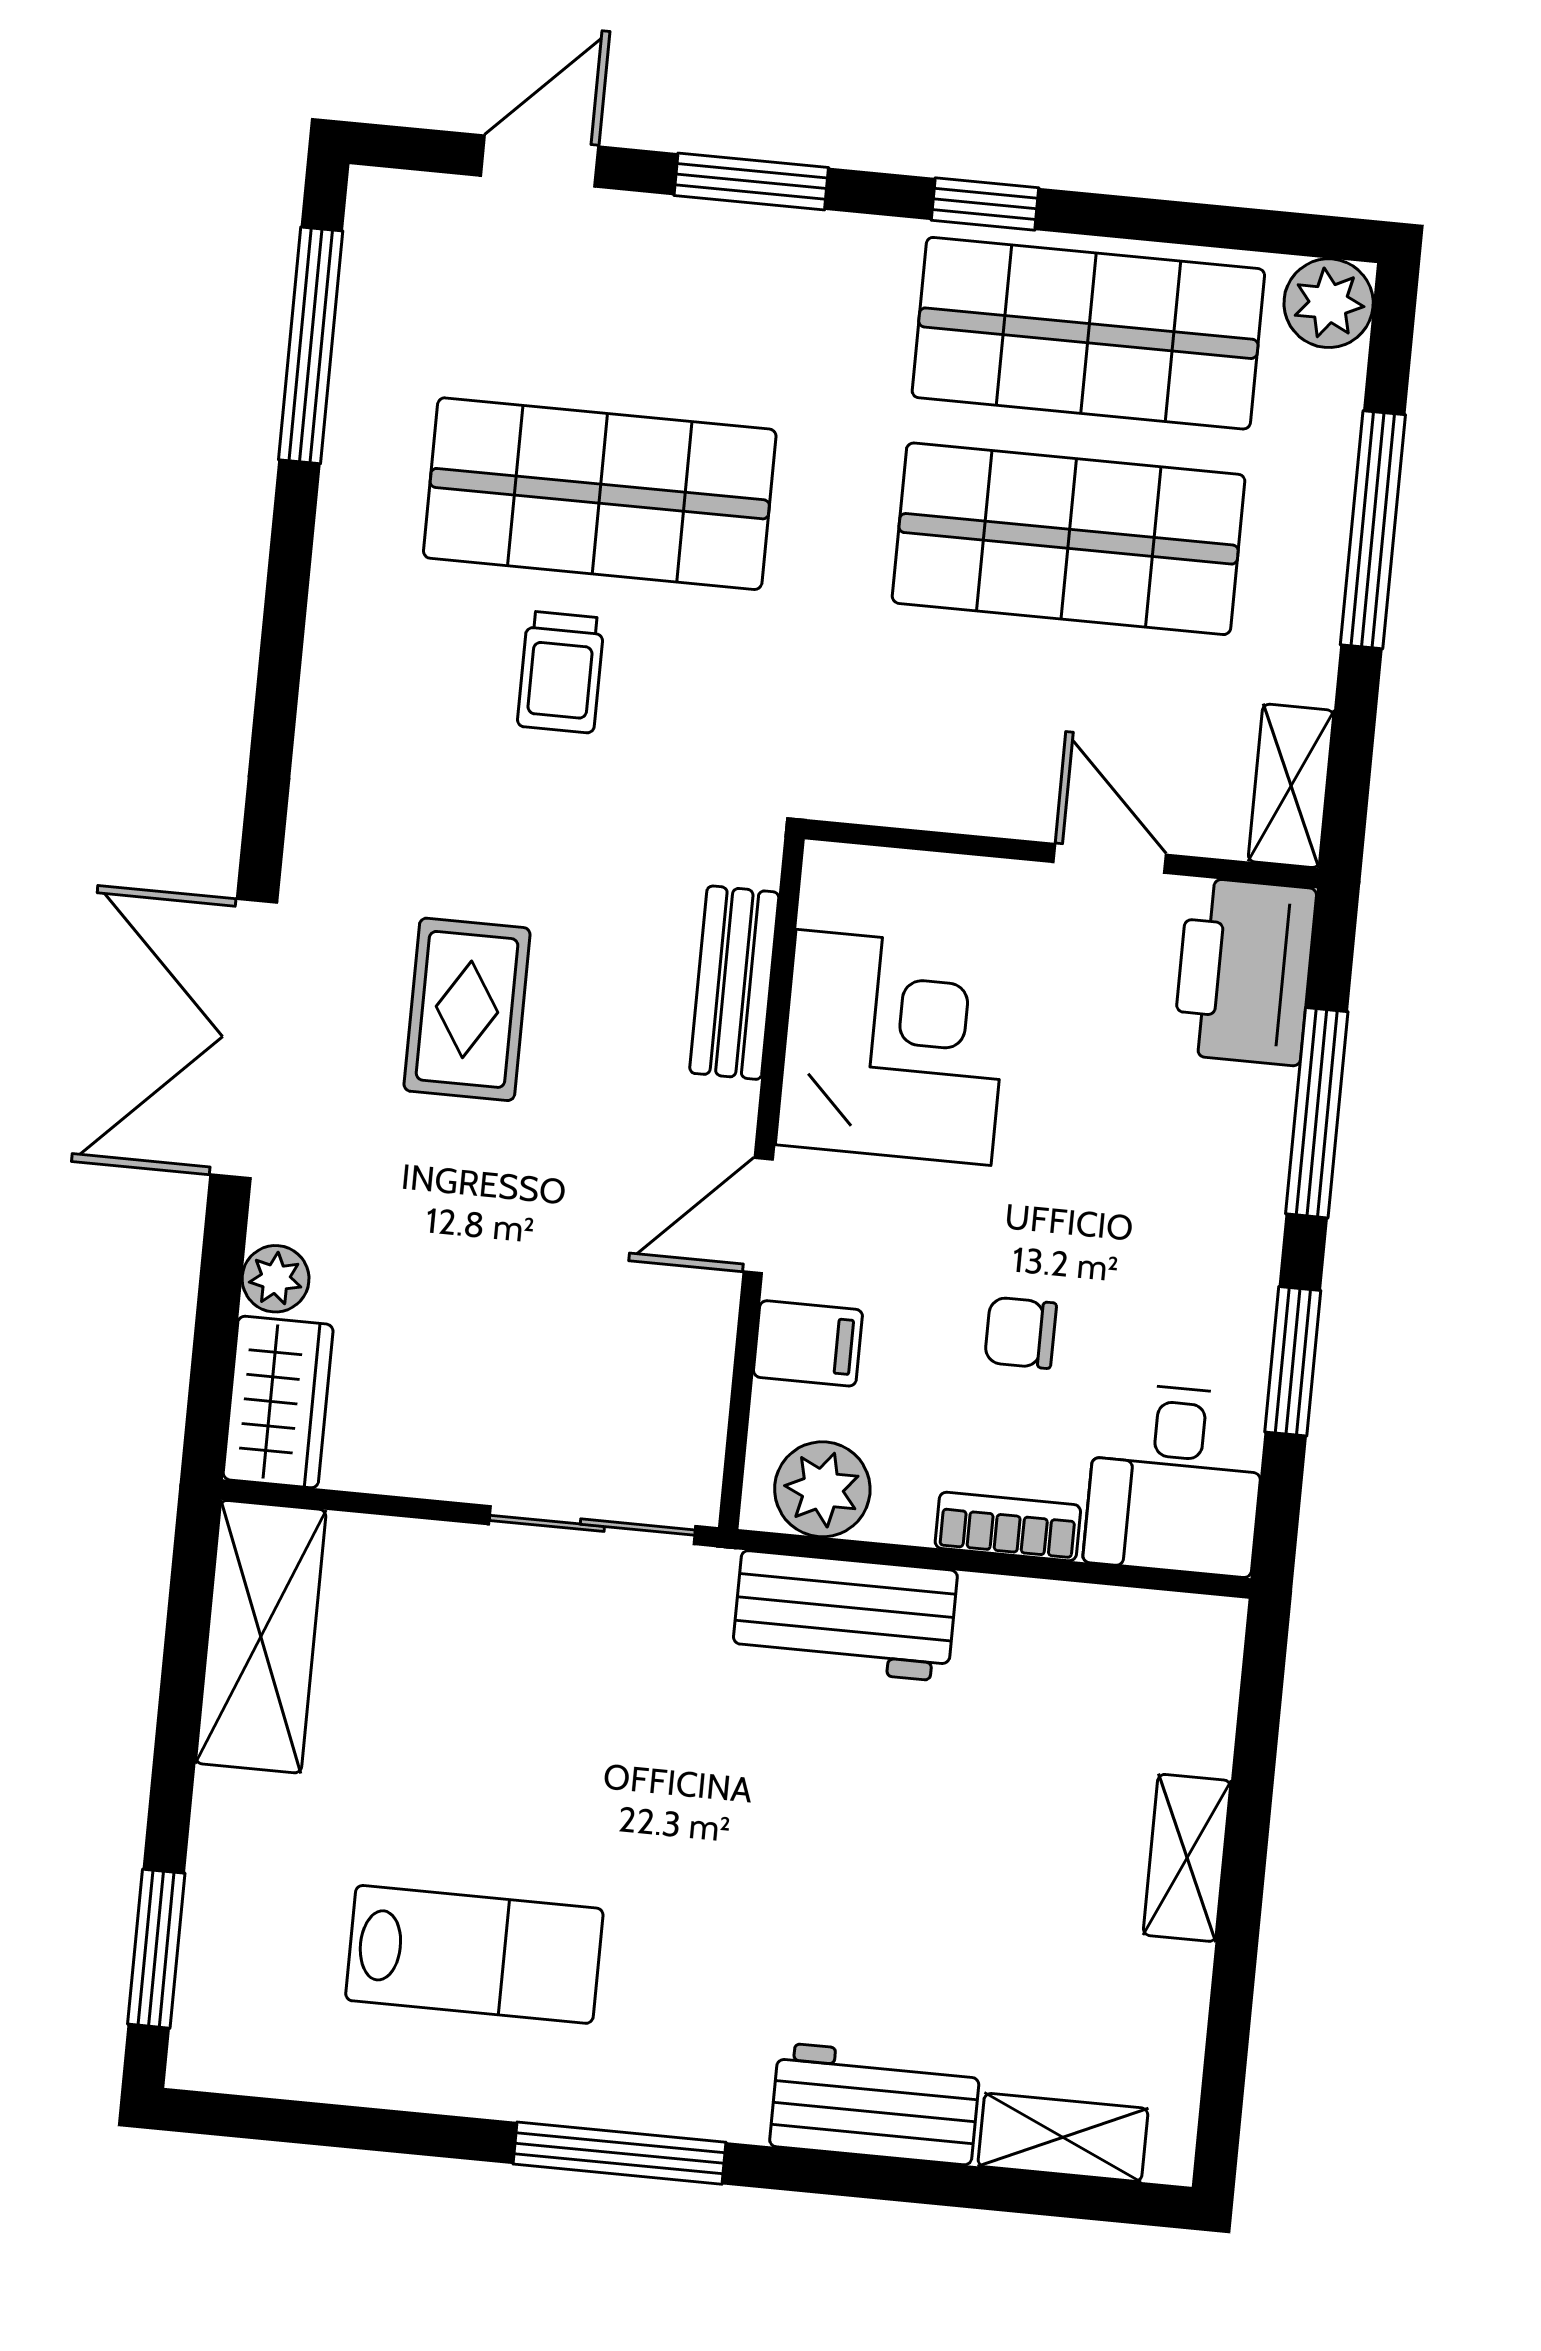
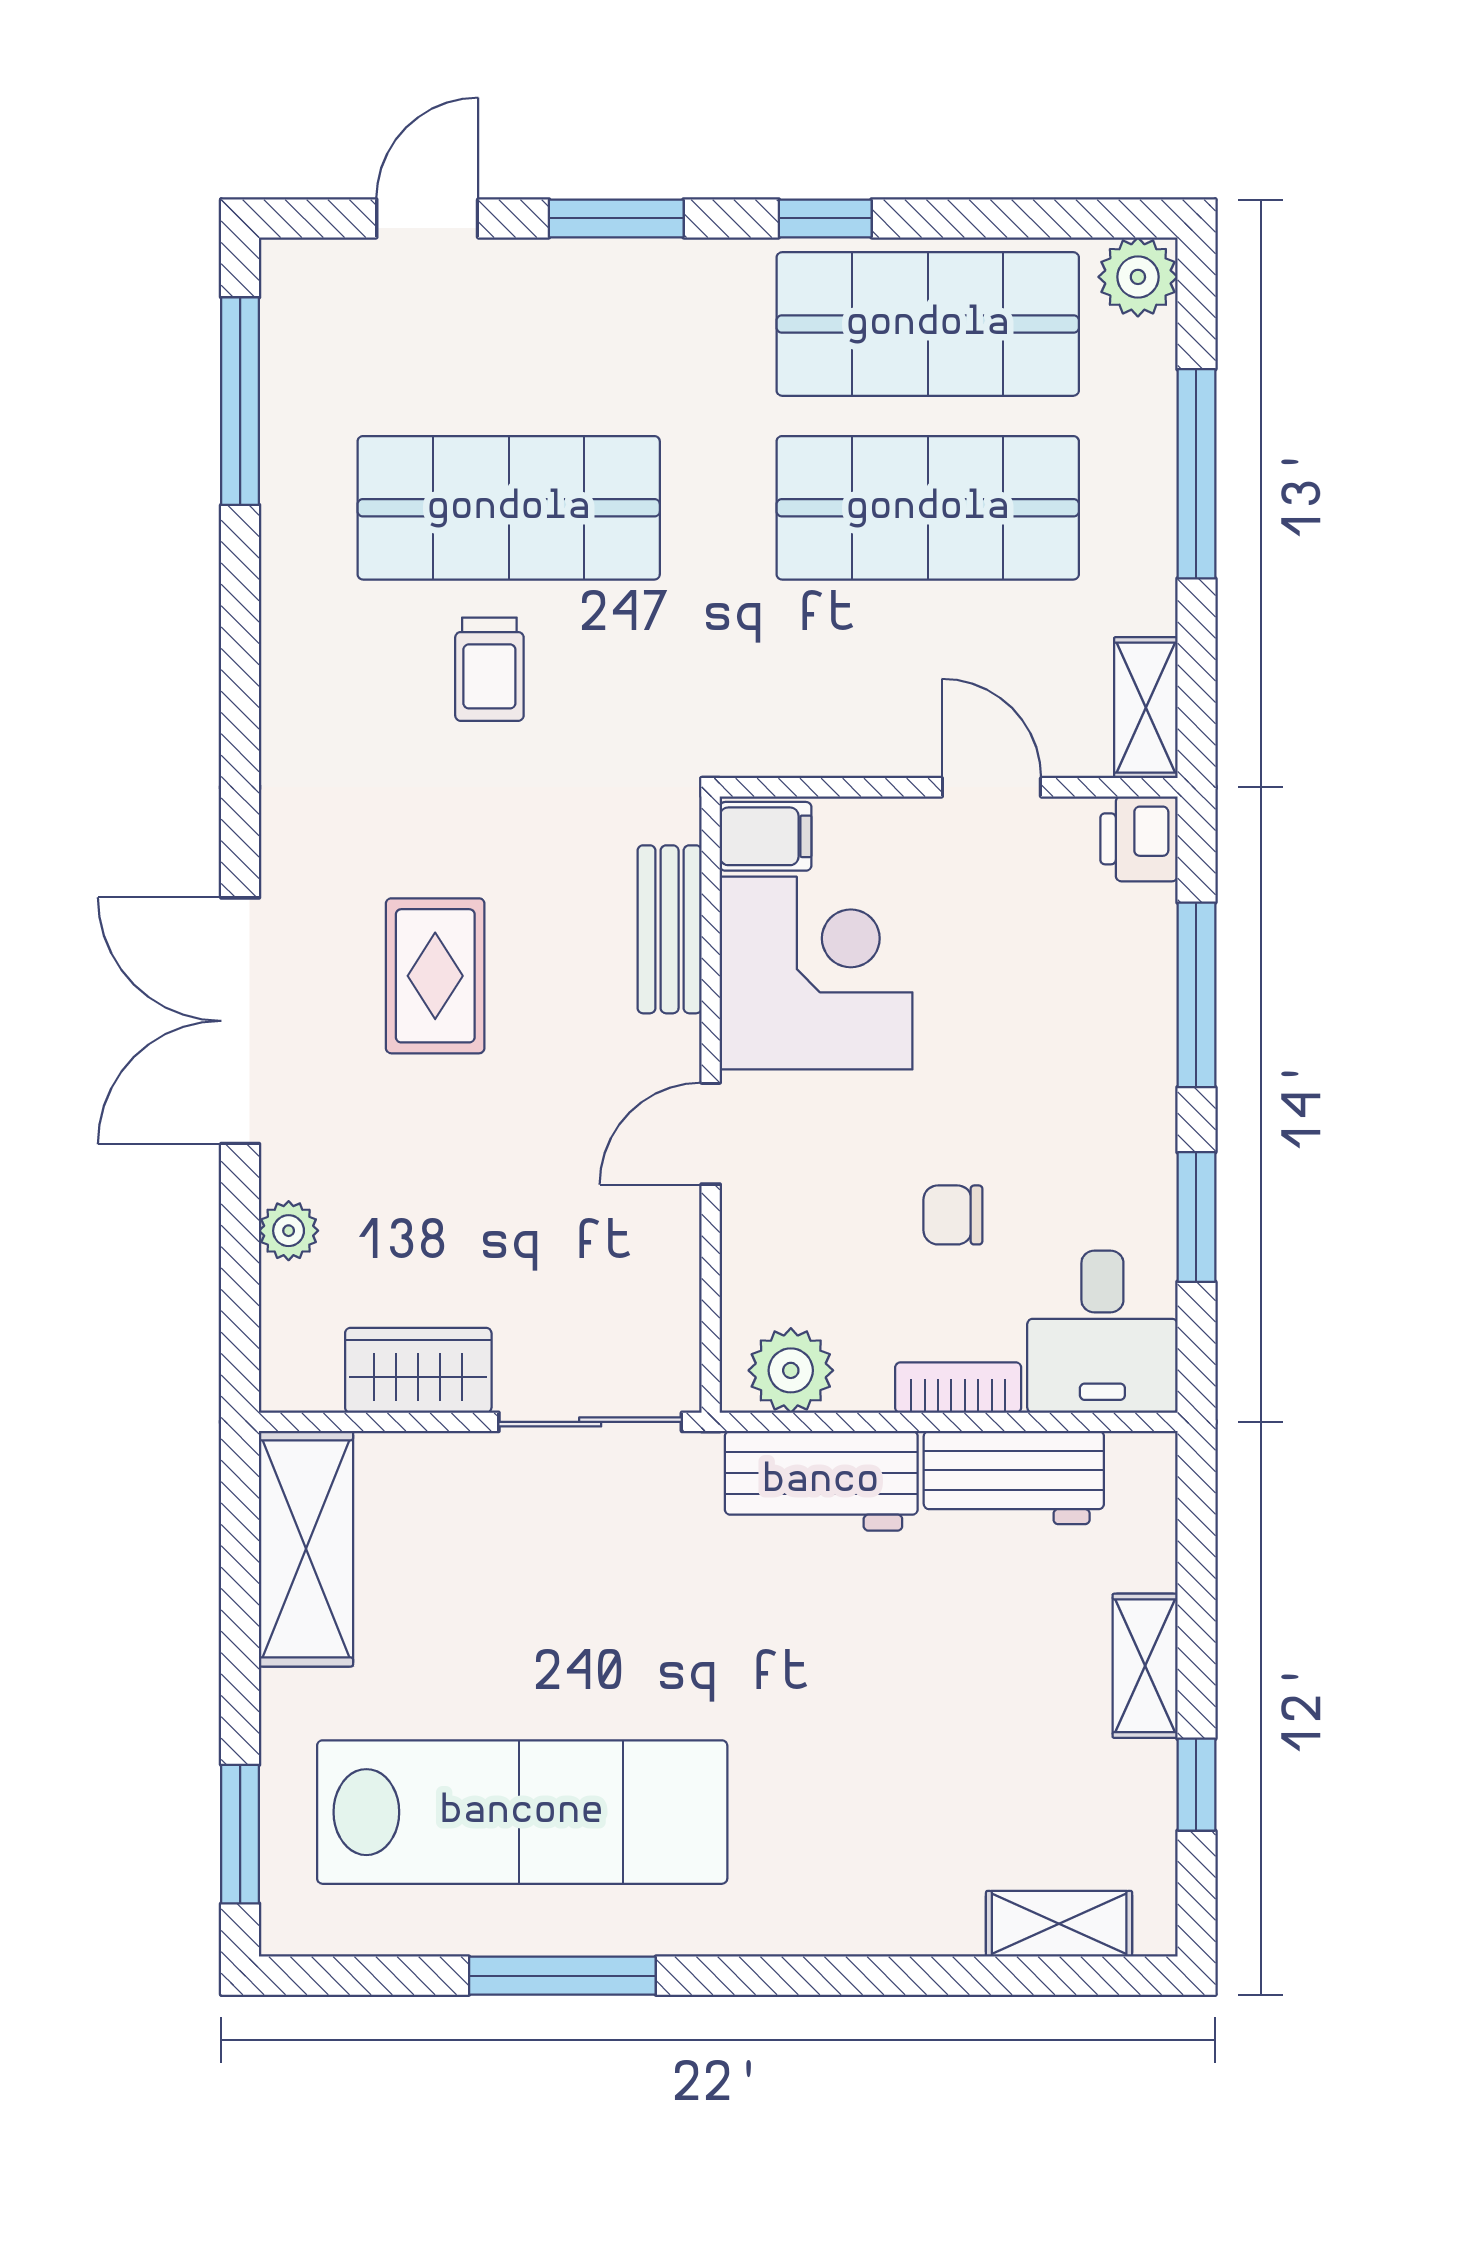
printer: (1244, 971) -> (1139, 839), width x0.53, depth x0.68
filing cabinet: (808, 1343) -> (766, 836), moved
wardrobe: (278, 1402) -> (418, 1370), moved, turned -90
lab bench: (474, 1954) -> (522, 1812), width x1.86, depth x1.39
window: (1232, 1996) -> (1196, 1785), added
workbench: (875, 2104) -> (1014, 1478), moved, turned 180
window: (619, 2153) -> (562, 1976), moved

